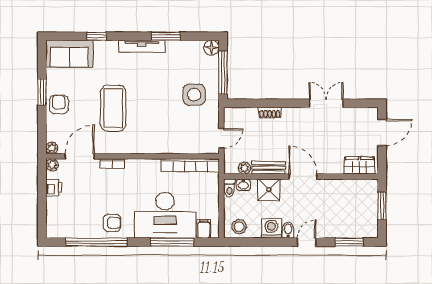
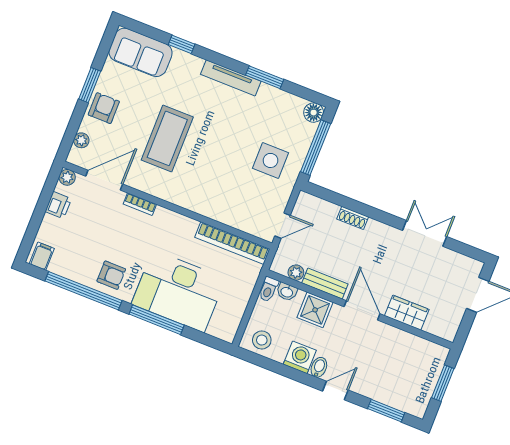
plant: (52, 148) -> (81, 140), moved
wardrobe: (359, 165) -> (407, 313), moved
filing cabinet: (204, 229) -> (42, 256), moved
window: (172, 242) -> (157, 320), moved

